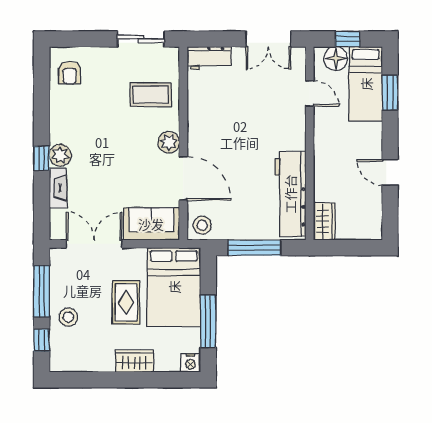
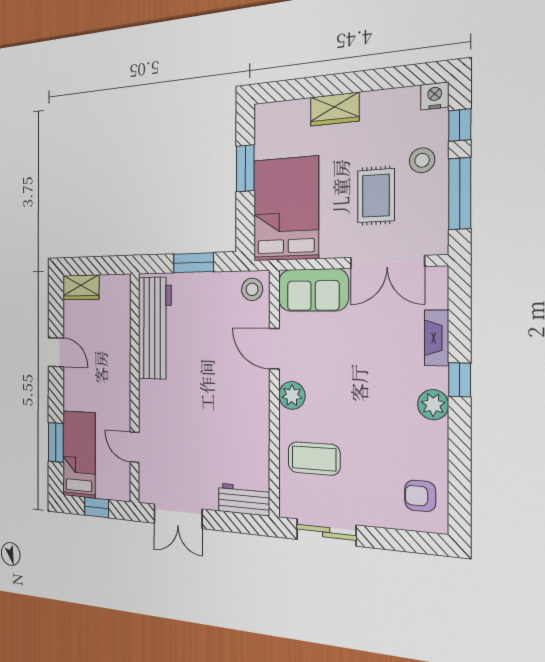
double door: (268, 39) -> (178, 516), swing flipped
floor lamp: (336, 59) -> (108, 486), removed
armchair: (70, 73) -> (420, 496), turned -90
plant: (60, 155) -> (433, 405), moved
door: (183, 178) -> (274, 349), width x0.73
wardrobe: (324, 221) -> (81, 287), moved, turned -90
window: (254, 248) -> (193, 263), width x0.69
rug: (126, 303) -> (376, 196), moved
window: (208, 322) -> (245, 168), width x0.69
nightstand: (191, 363) -> (435, 96), moved

